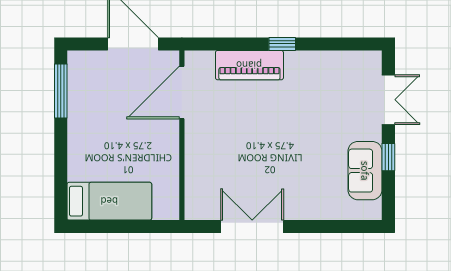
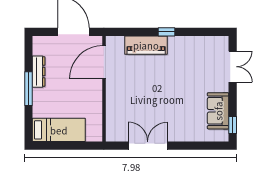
window: (61, 91) -> (28, 89), moved
dresser: (77, 108) -> (39, 72), added
window: (388, 157) -> (233, 125), moved

